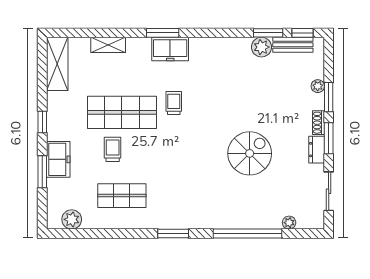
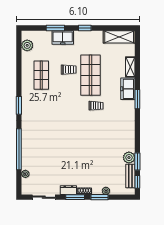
freezer: (170, 49) -> (128, 89), moved
spiral stairs: (250, 153) -> (66, 151), removed

